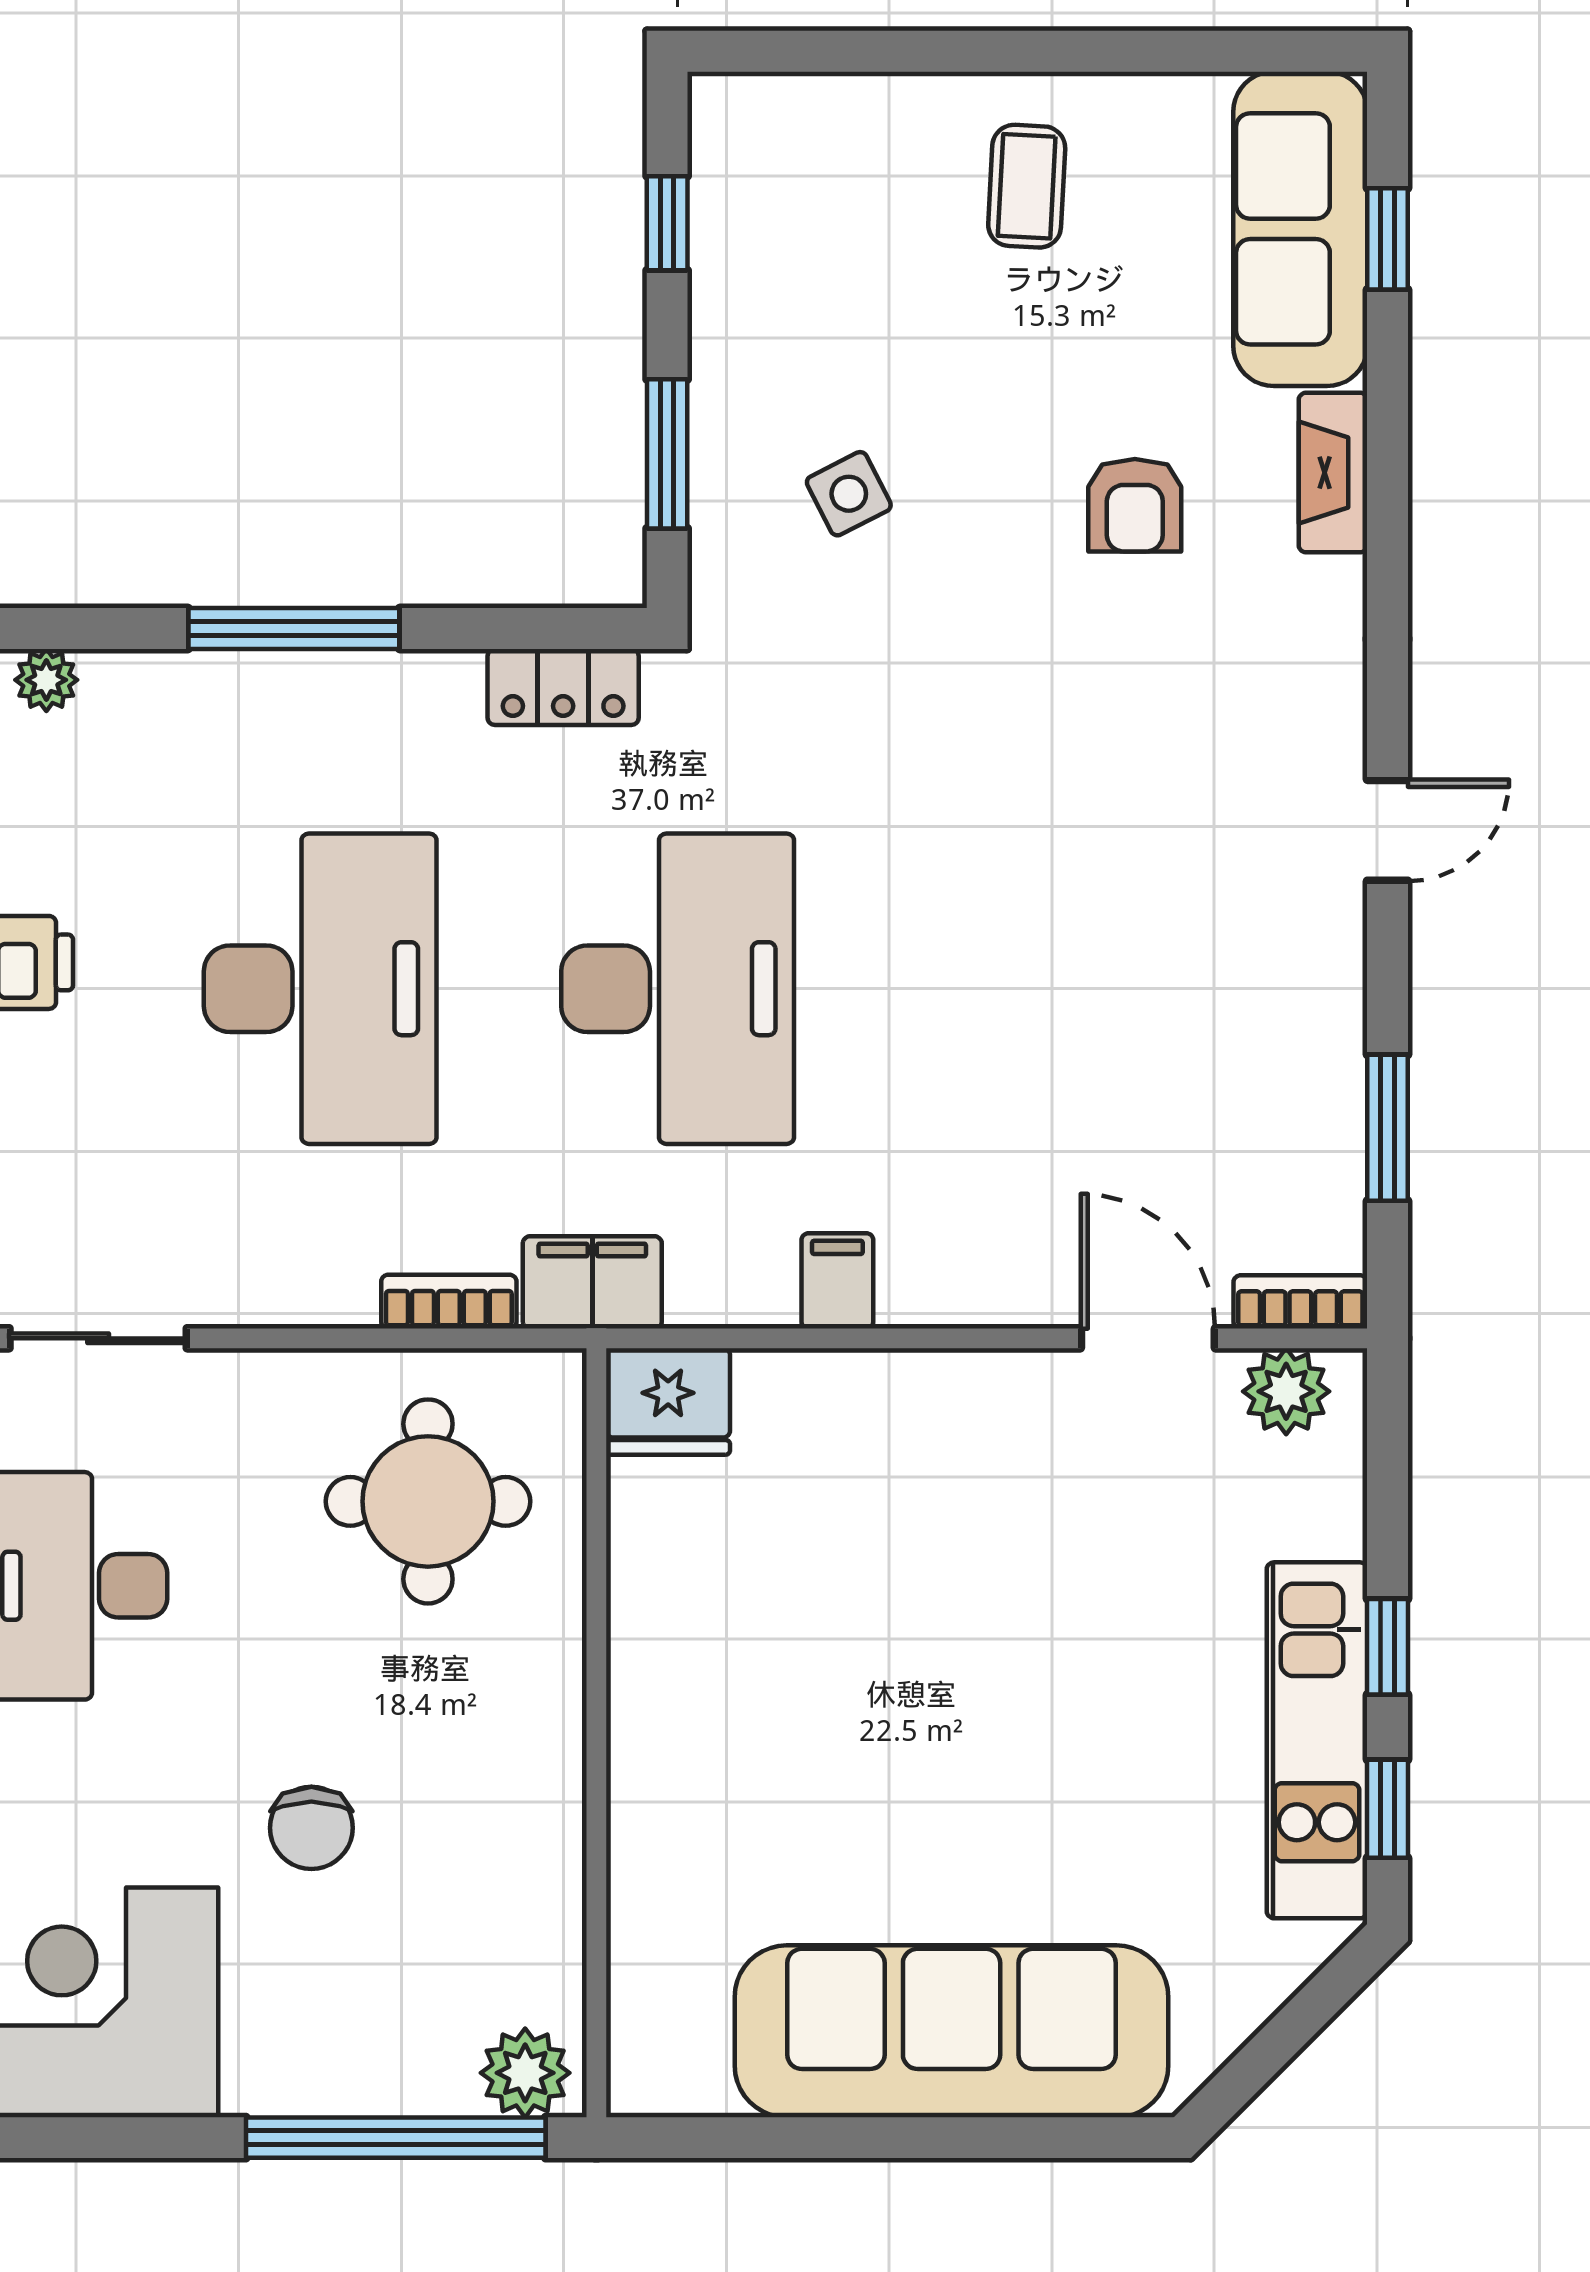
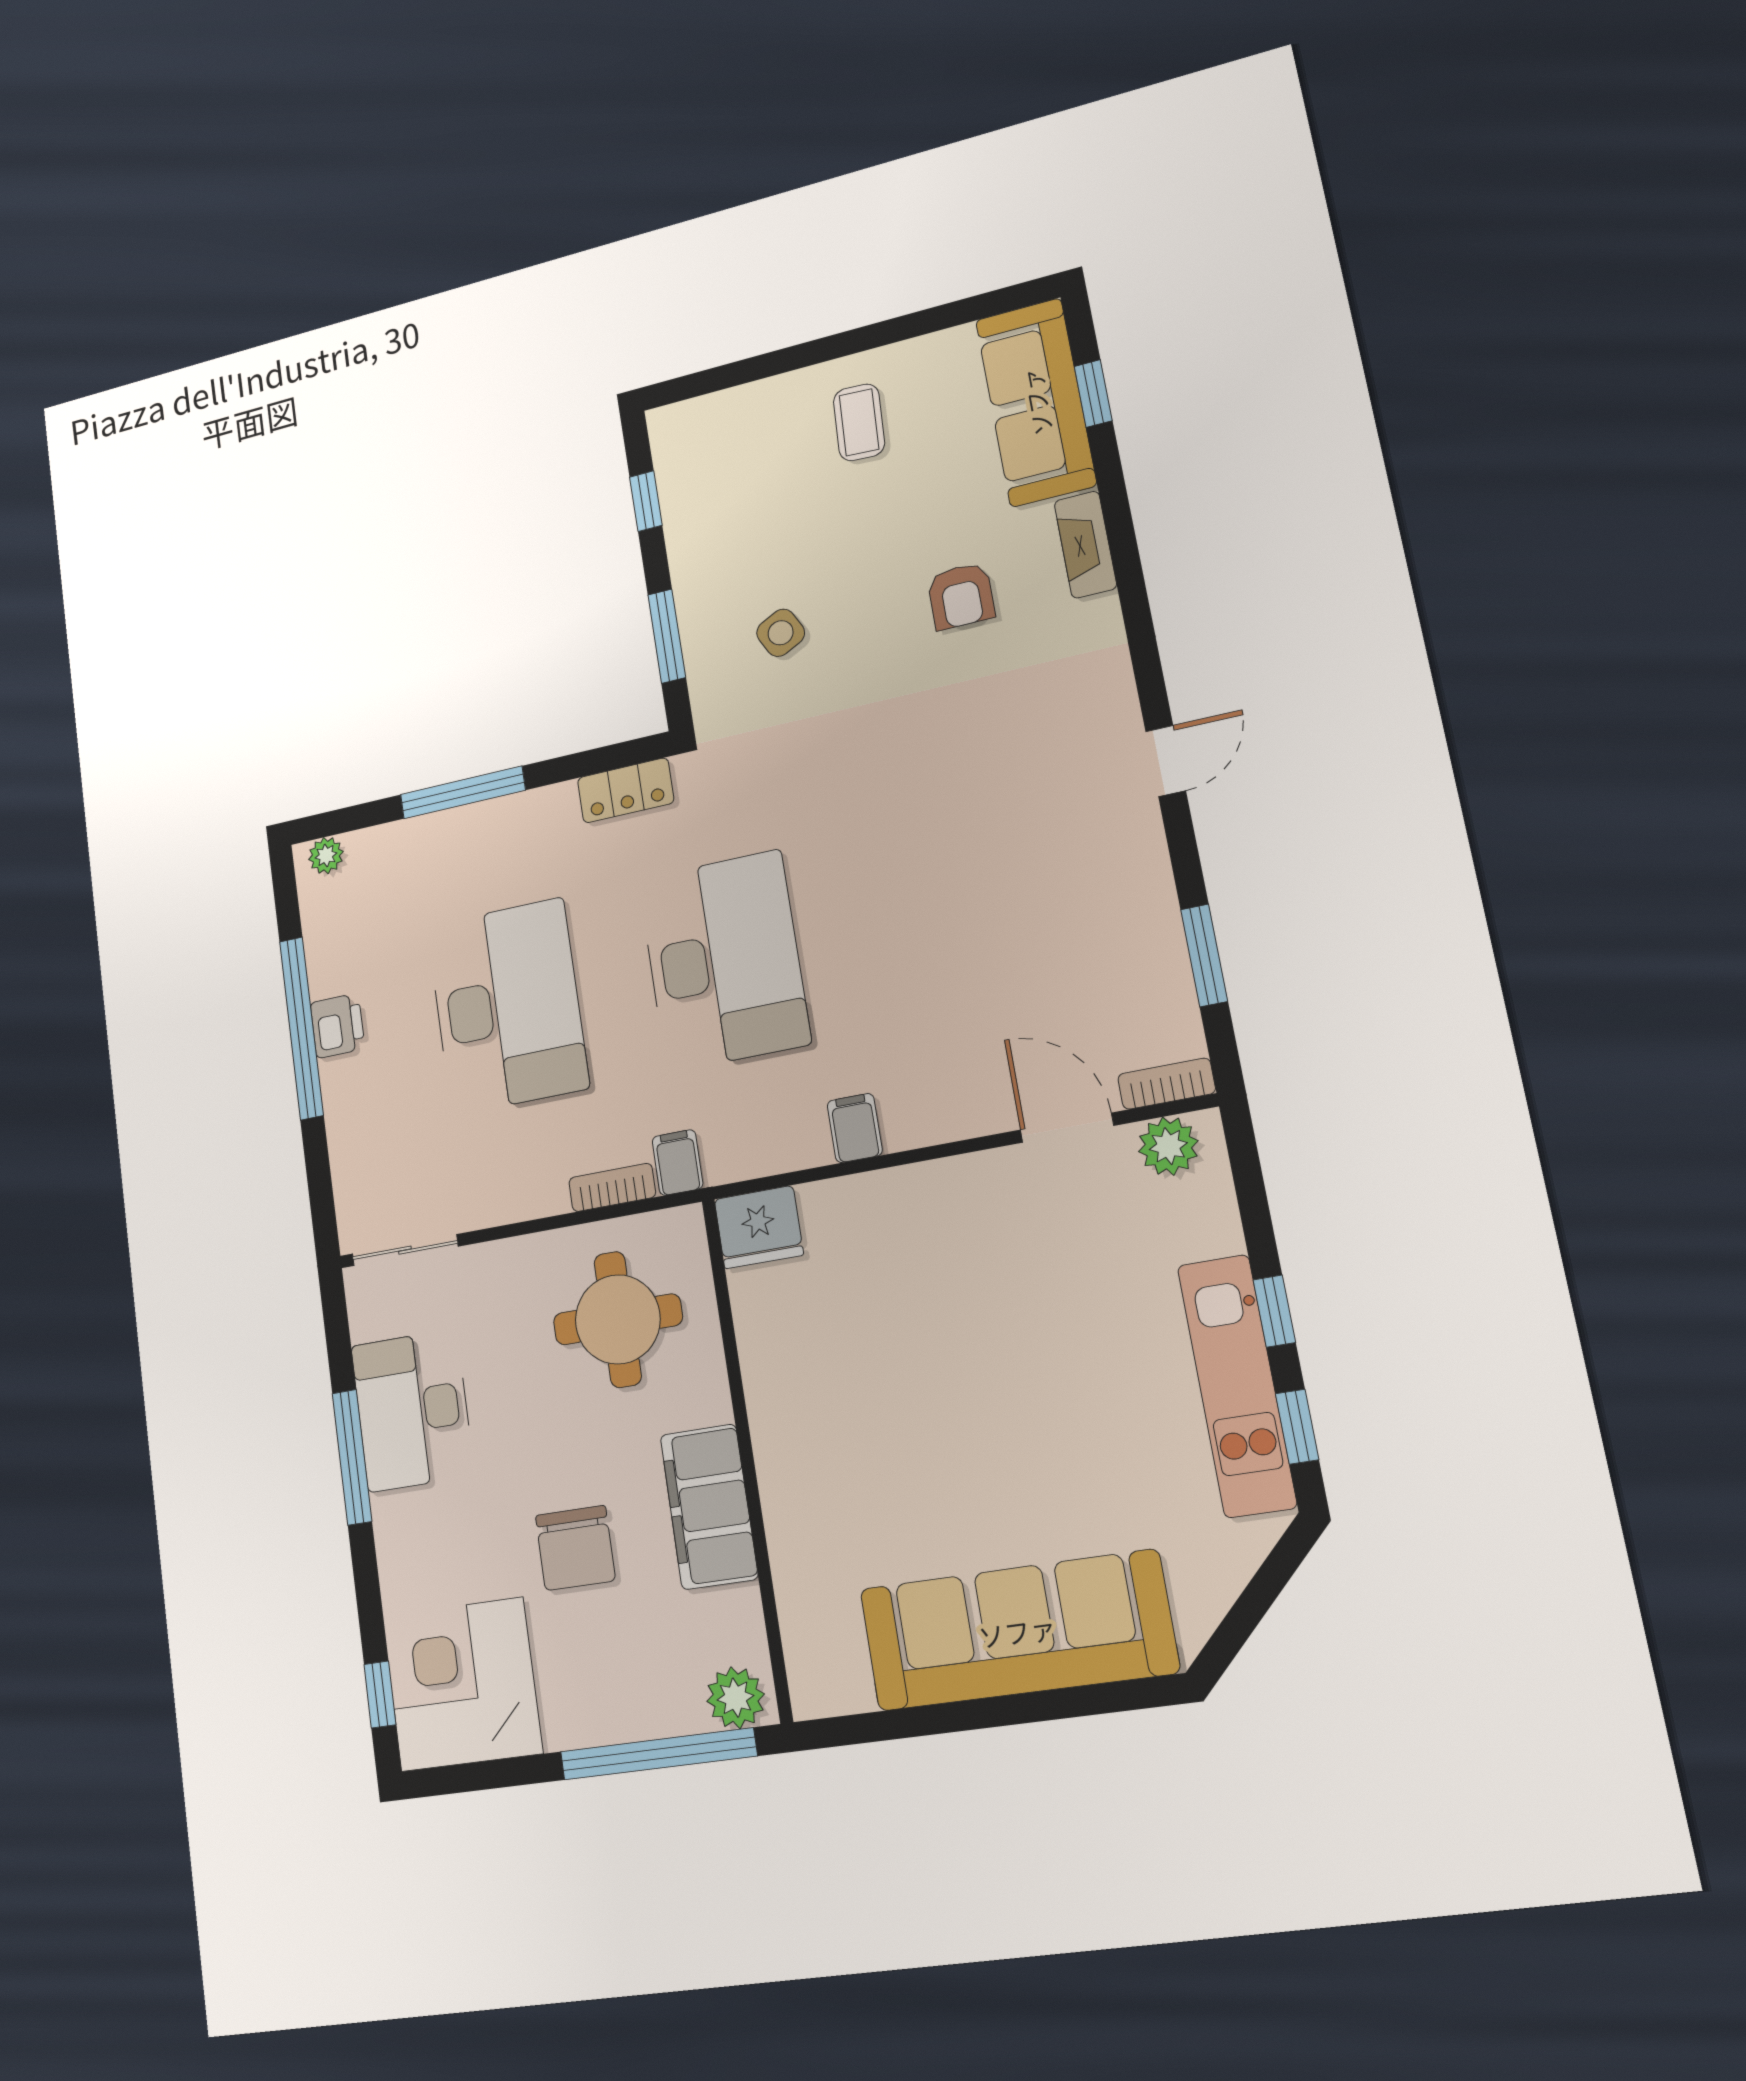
filing cabinet: (592, 1282) -> (678, 1163), width x0.50
filing cabinet: (527, 1797) -> (709, 1507), added
chair: (311, 1828) -> (575, 1548), width x1.37, depth x1.37

